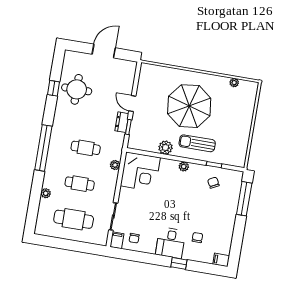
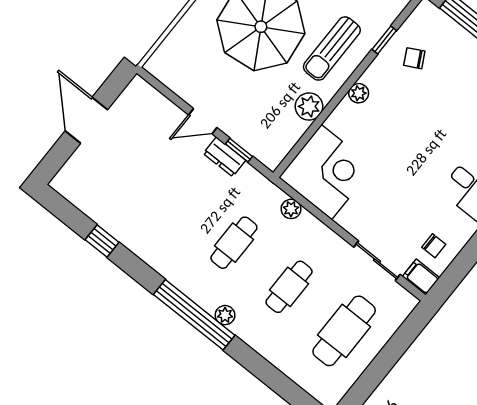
round table: (77, 89) -> (126, 203), removed
plant: (46, 193) -> (225, 315), moved

